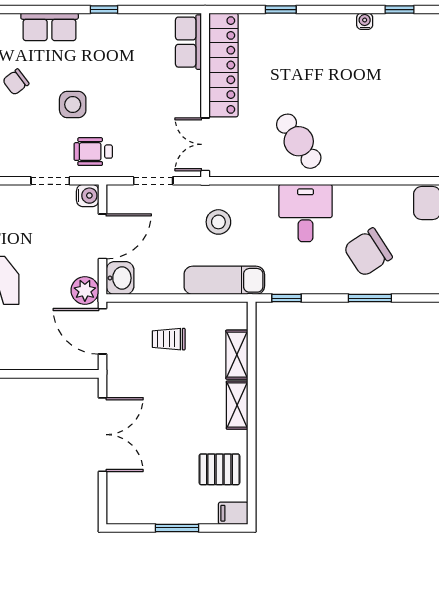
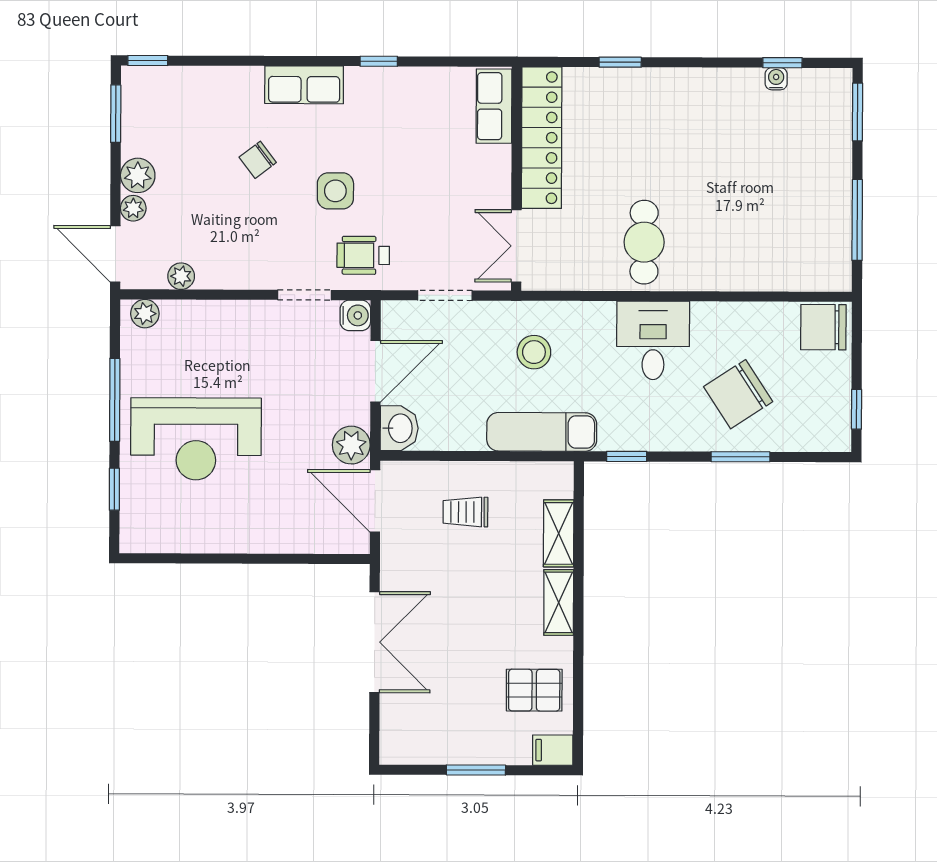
water cooler: (365, 21) -> (776, 79), moved
cafe table: (299, 141) -> (644, 242), turned 35

